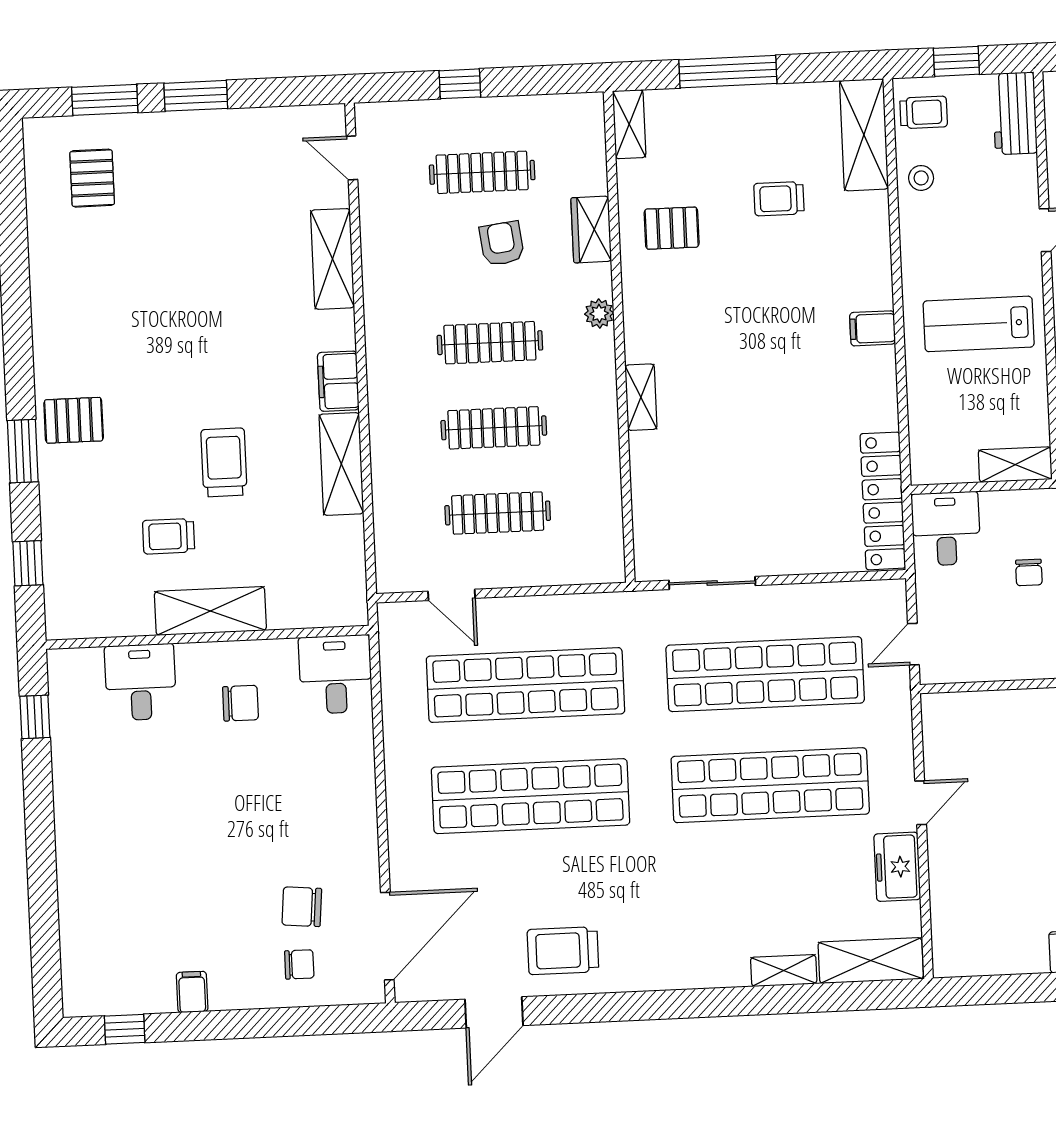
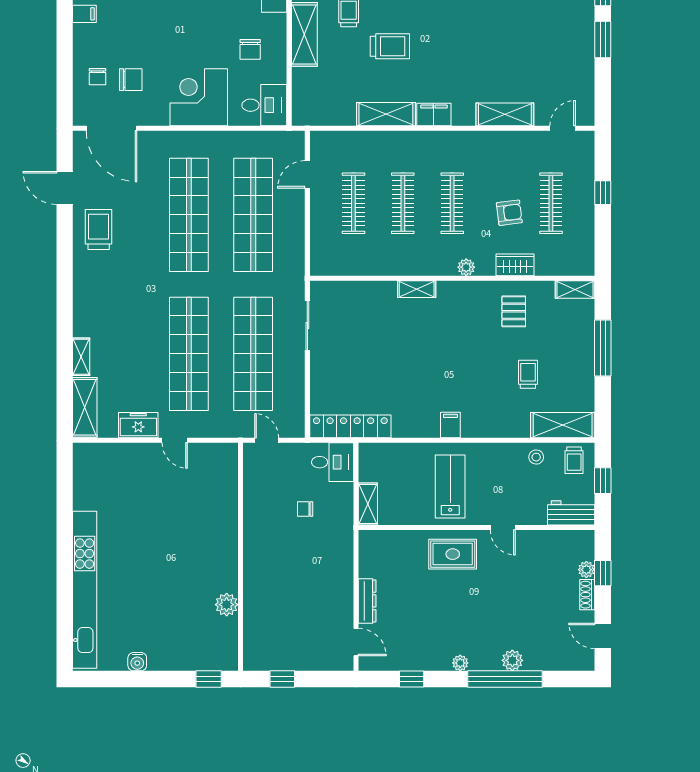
corner desk: (327, 788) -> (199, 97), added
chair: (302, 907) -> (131, 80), turned 85

